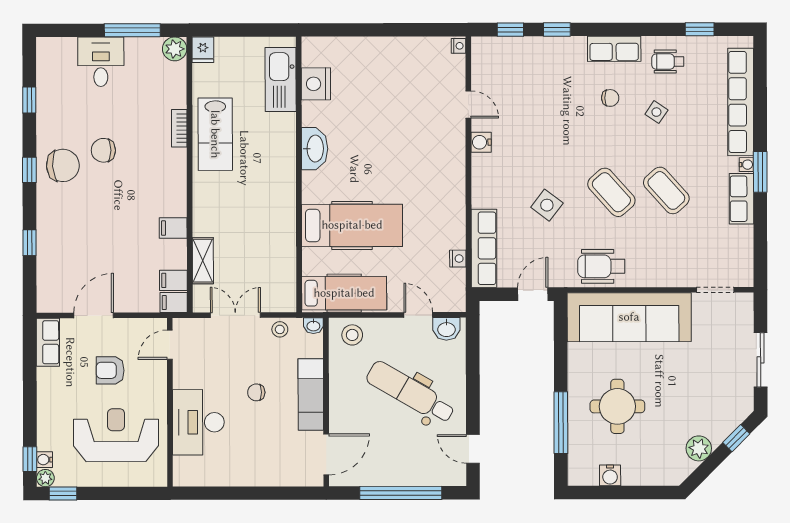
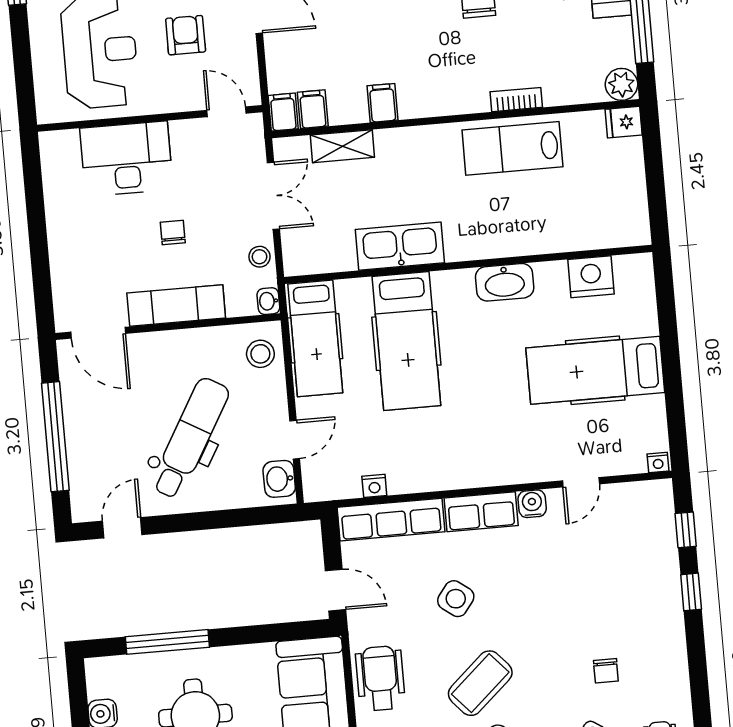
row of seats: (614, 49) -> (481, 512), moved, turned -90
kitchen sink: (281, 79) -> (400, 246), moved
hospital bed: (386, 87) -> (595, 370), added

